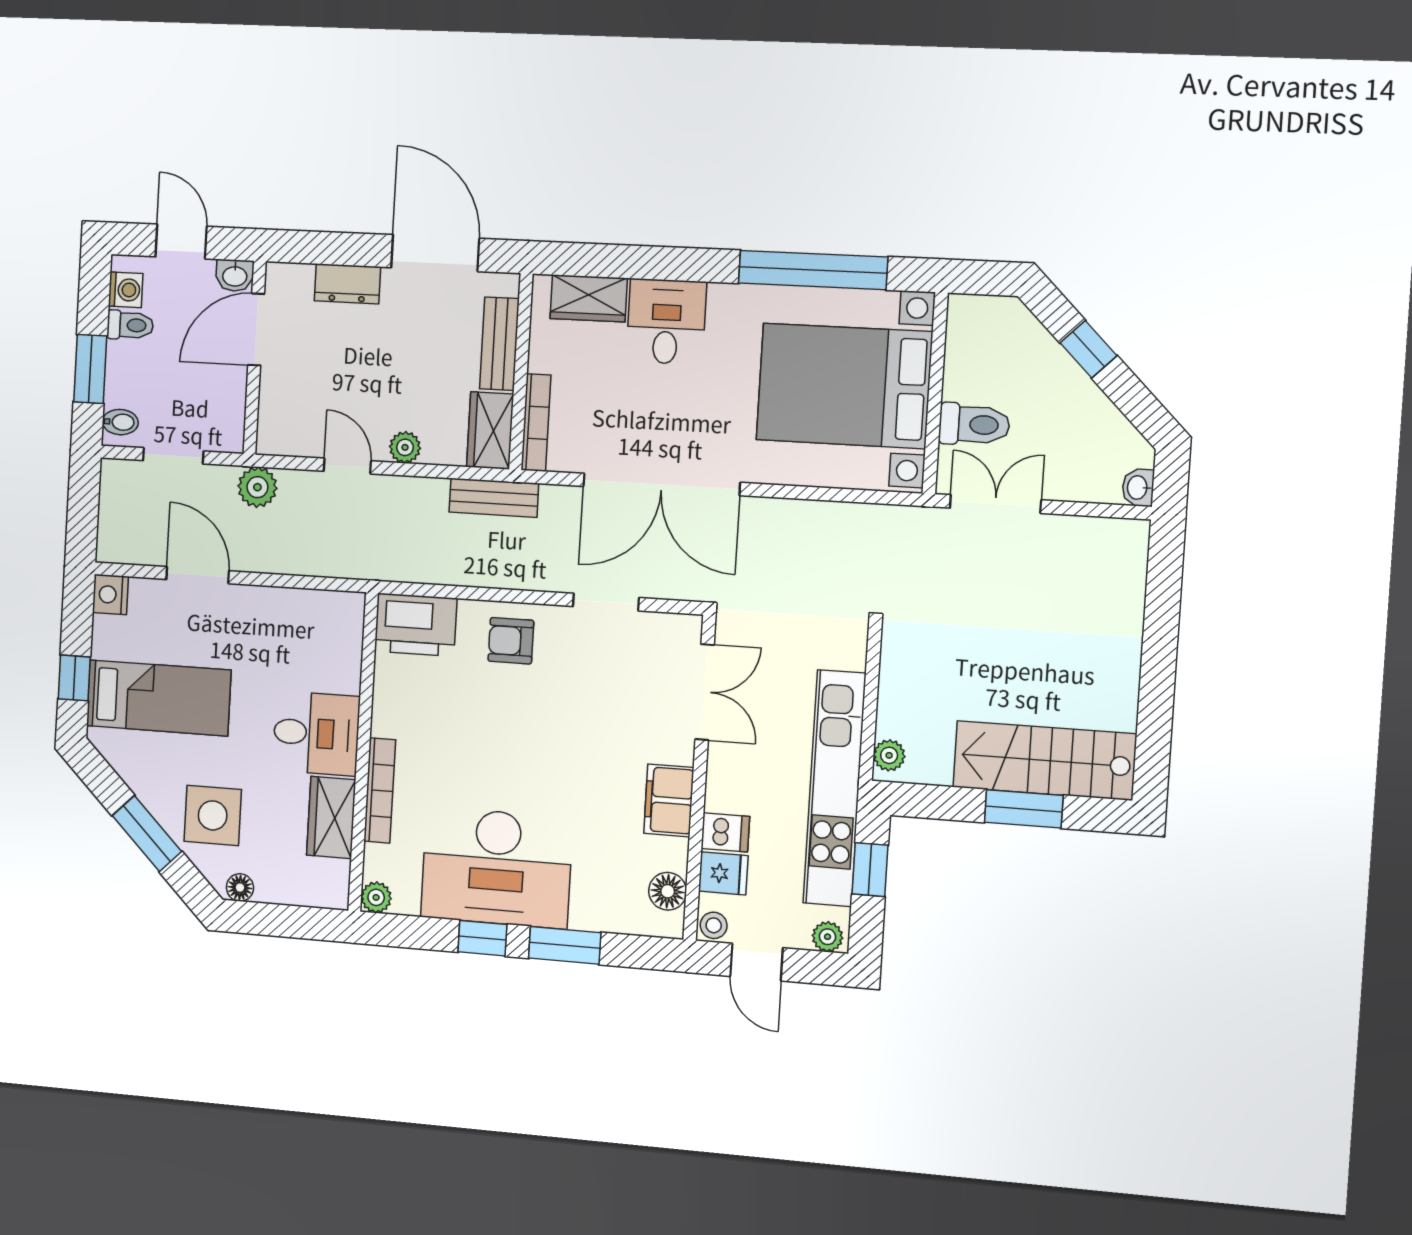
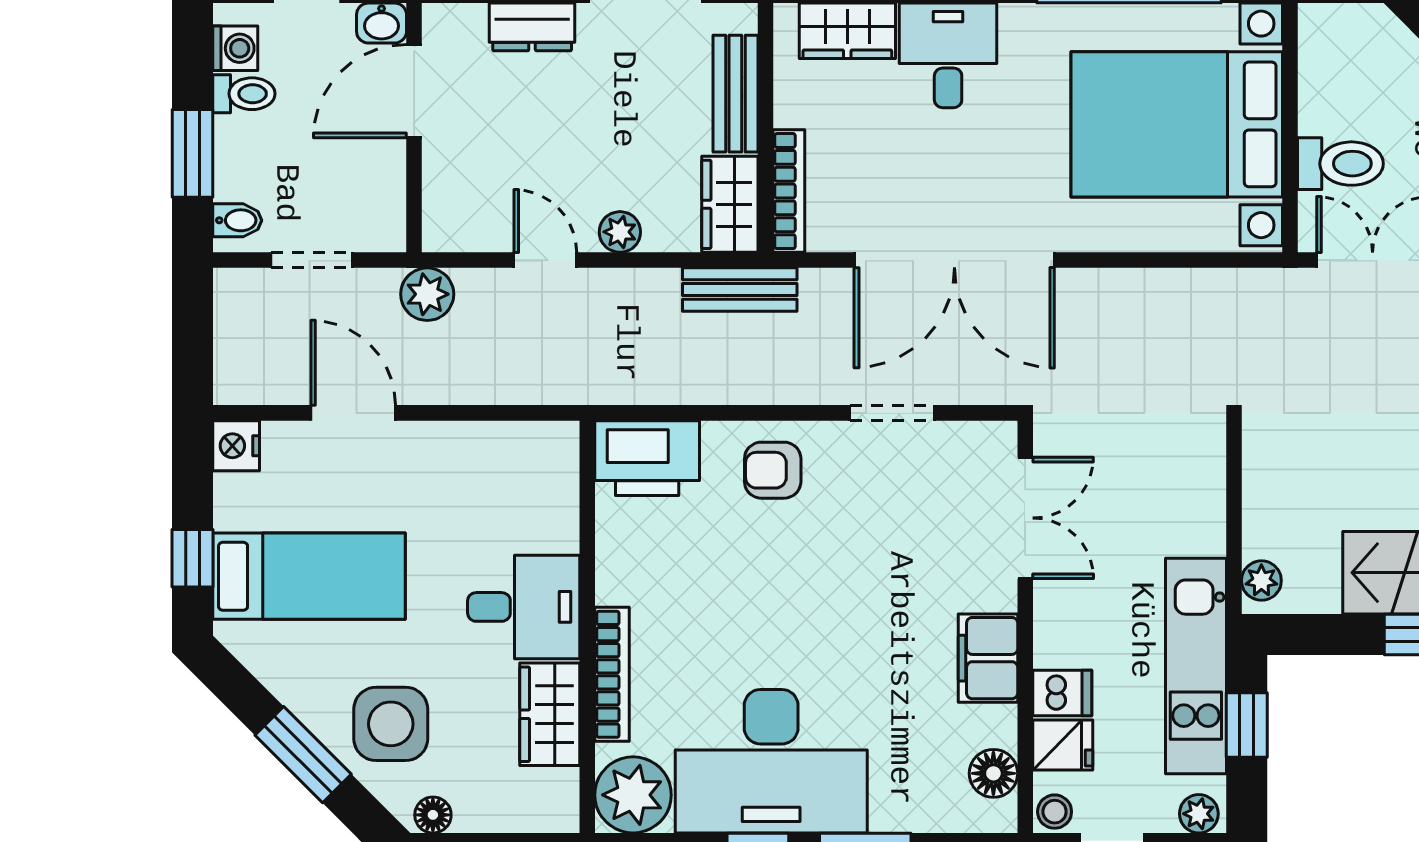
kitchen unit: (834, 788) -> (1196, 666), width x0.73
plant: (376, 897) -> (633, 795), width x1.88, depth x1.88

